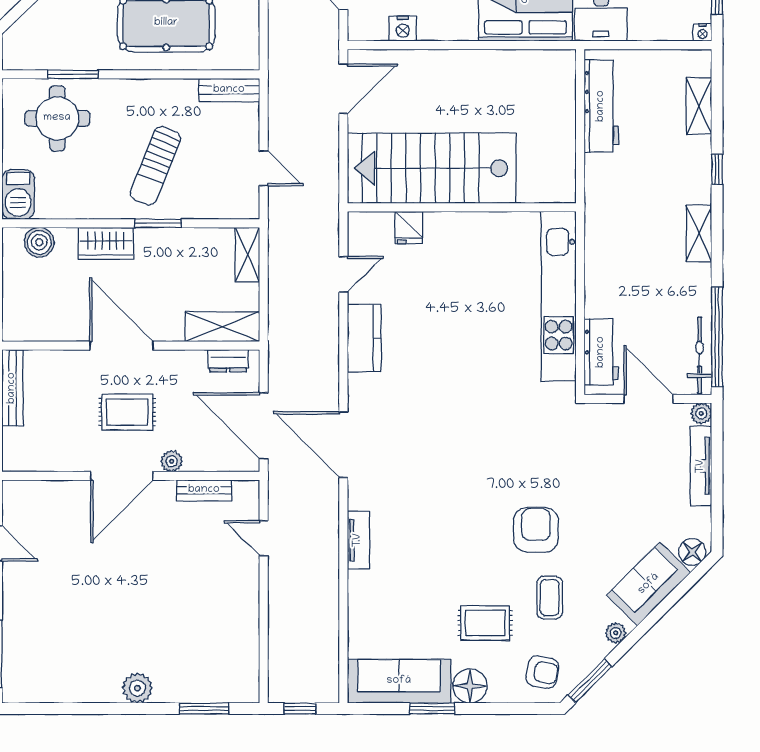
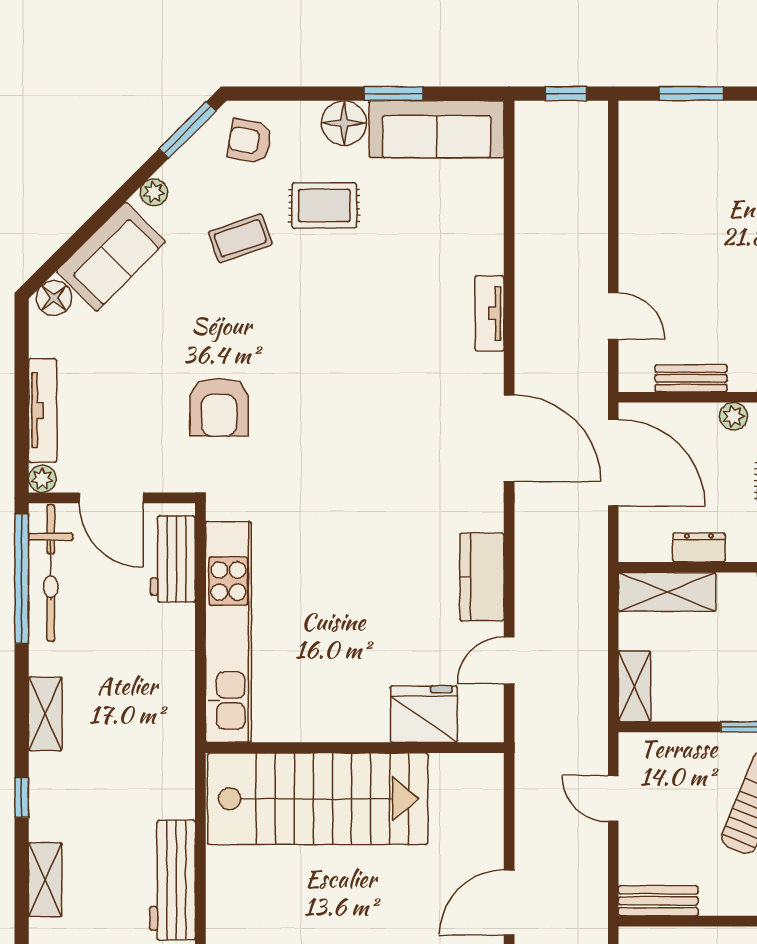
stairs: (432, 168) -> (318, 799), moved
fridge: (409, 228) -> (424, 714), width x1.88, depth x1.34
bicycle: (700, 355) -> (51, 573), width x1.37, depth x1.40
dresser: (228, 361) -> (699, 547), moved
armchair: (536, 530) -> (219, 407), moved
coffee table: (550, 598) -> (240, 238), turned 71

